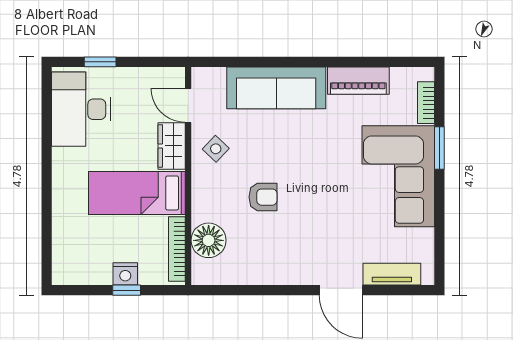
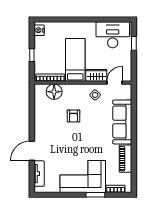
nightstand: (125, 274) -> (39, 30), moved

